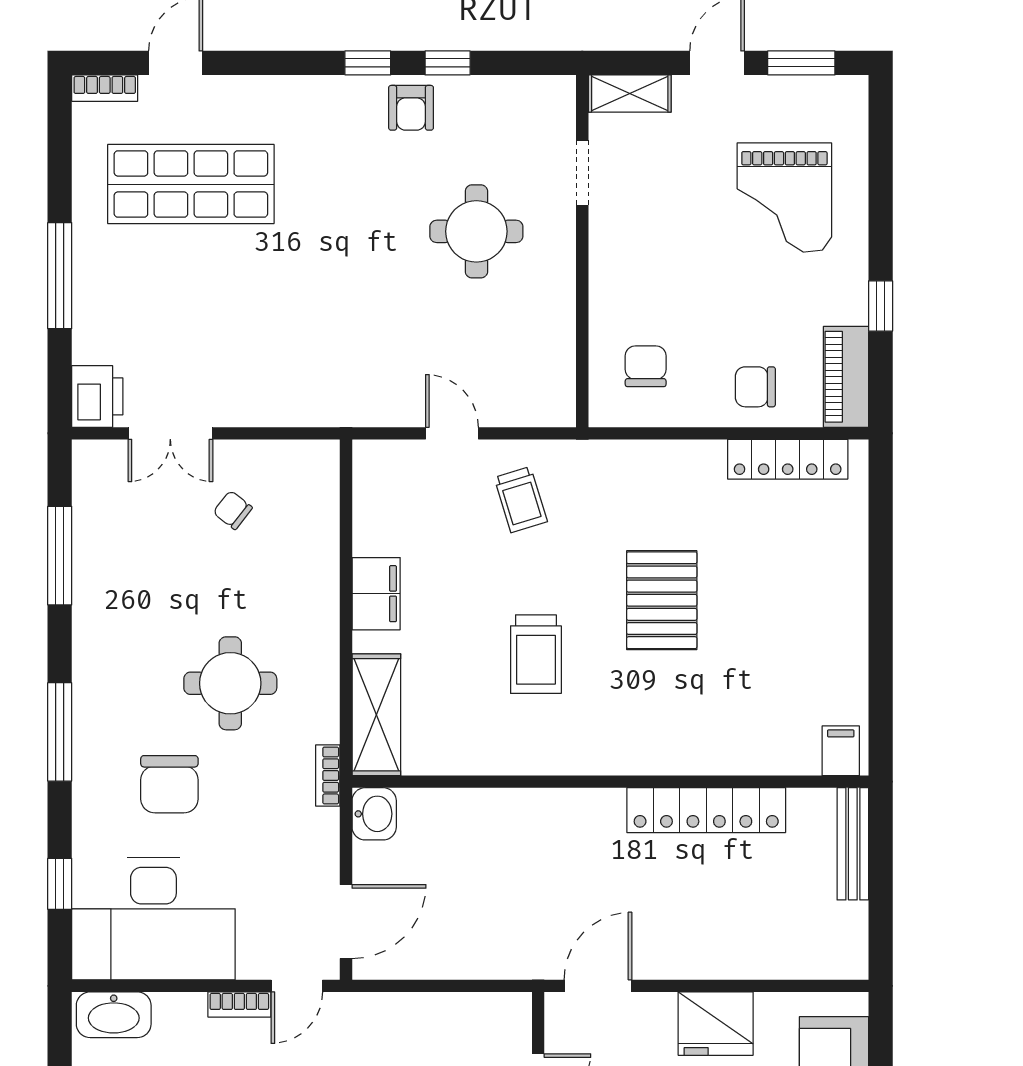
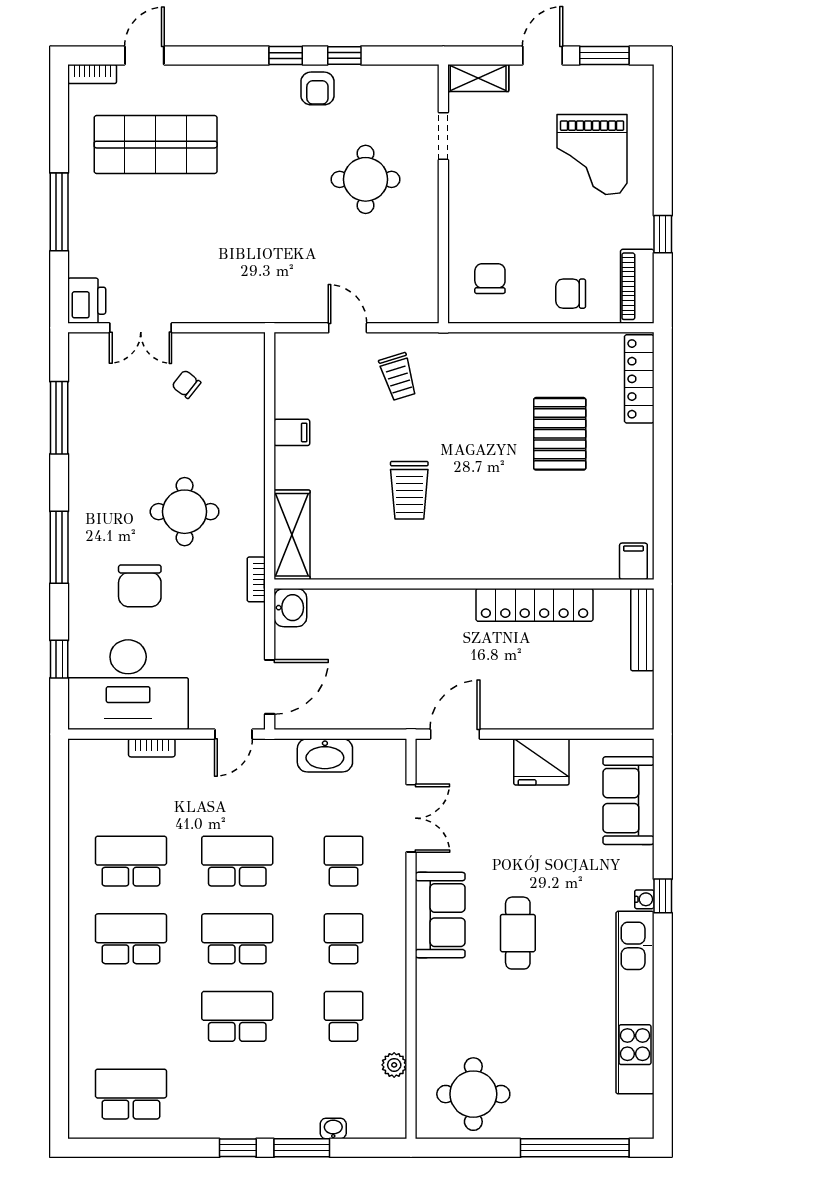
locker: (788, 459) -> (639, 379), moved, turned 90
filing cabinet: (376, 594) -> (292, 432), width x0.50
pallet: (662, 600) -> (560, 434), moved
bookcase: (239, 1004) -> (152, 748), moved
washbasin: (114, 1015) -> (325, 755), moved

